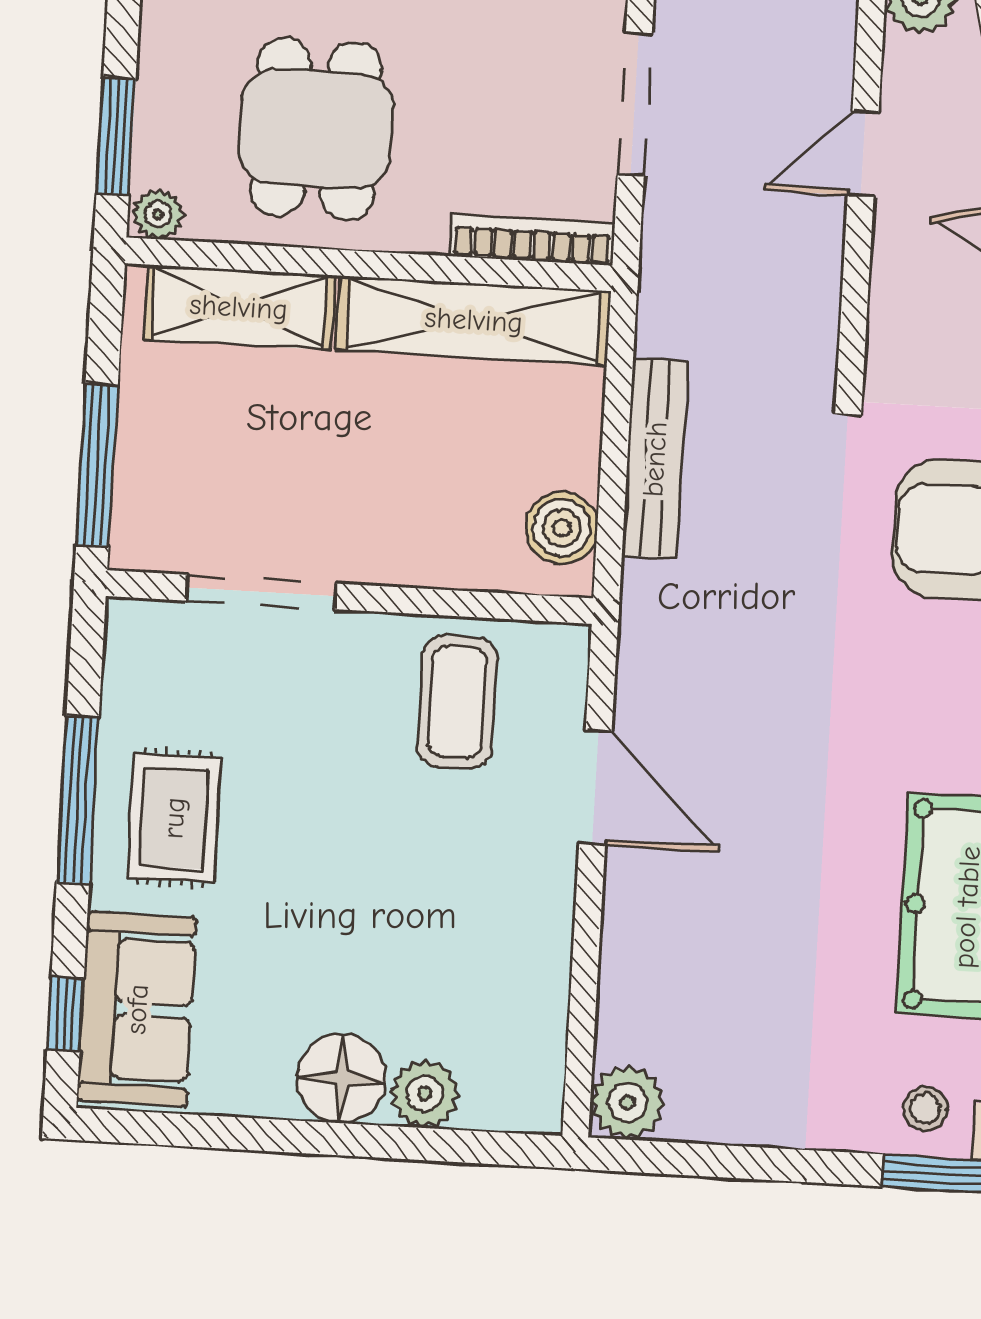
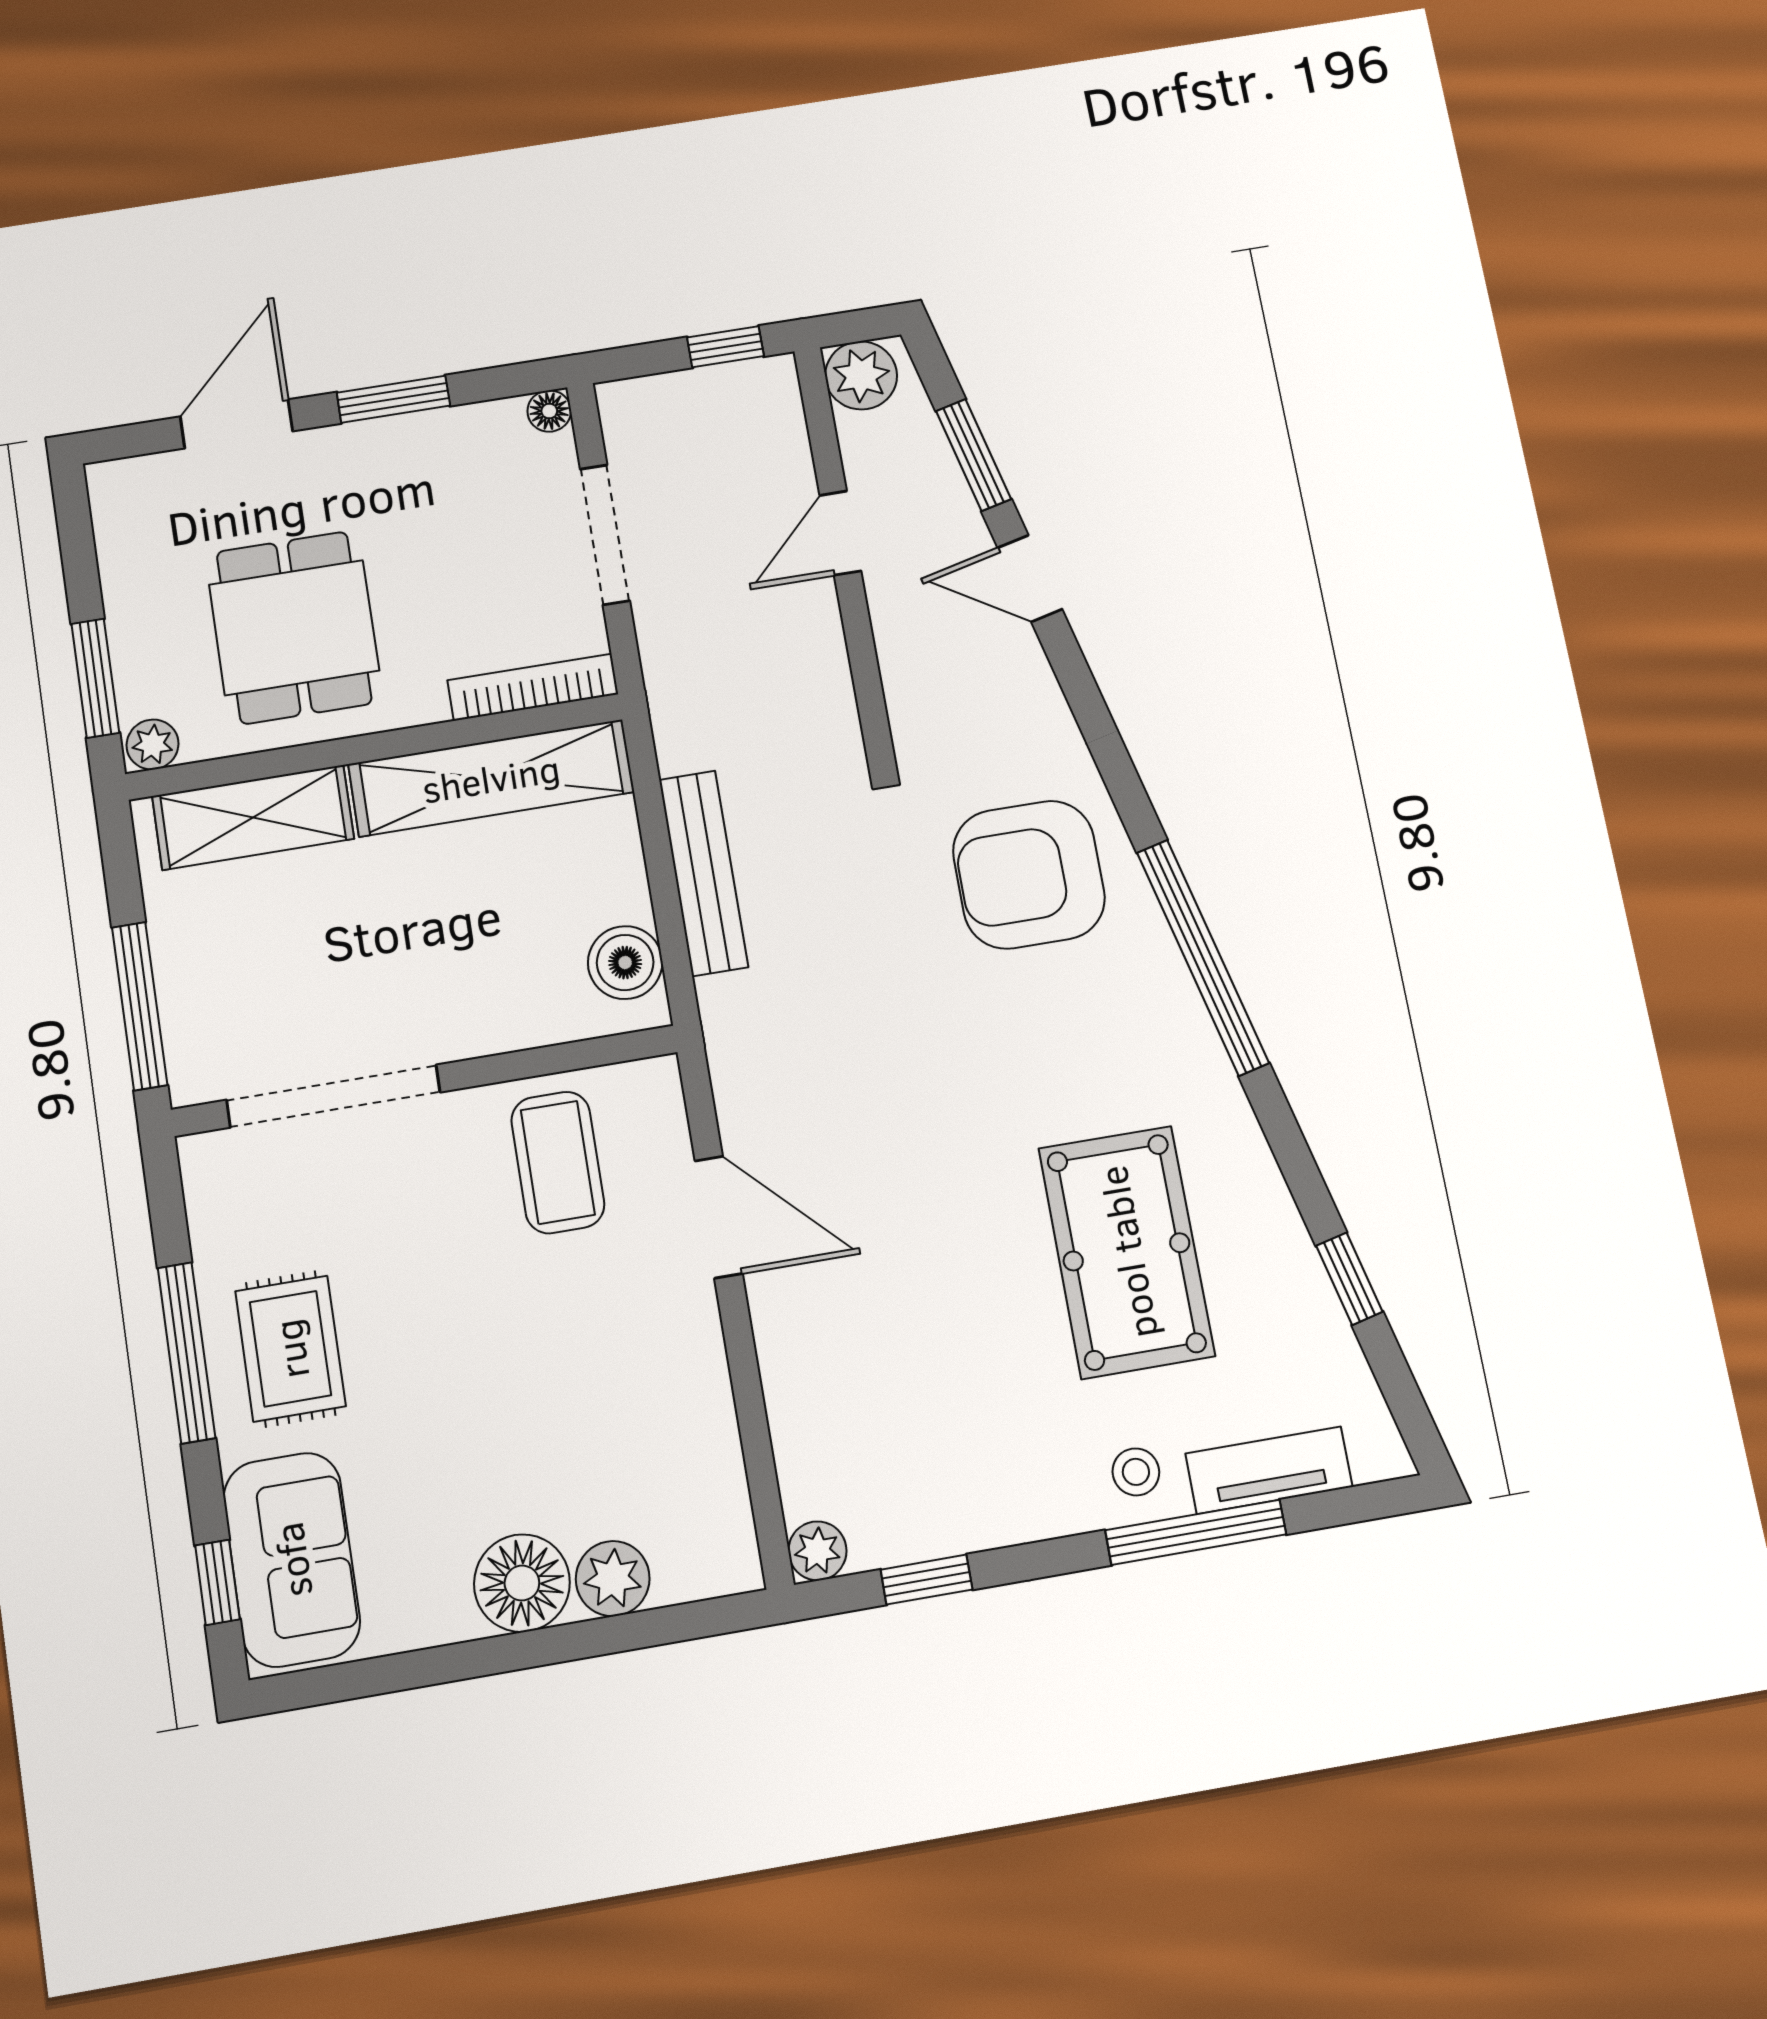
doorway: (261, 592) -> (333, 1096), width x1.36
plant: (627, 1102) -> (817, 1551), width x0.73, depth x0.73
window: (710, 1161) -> (927, 1580), added

